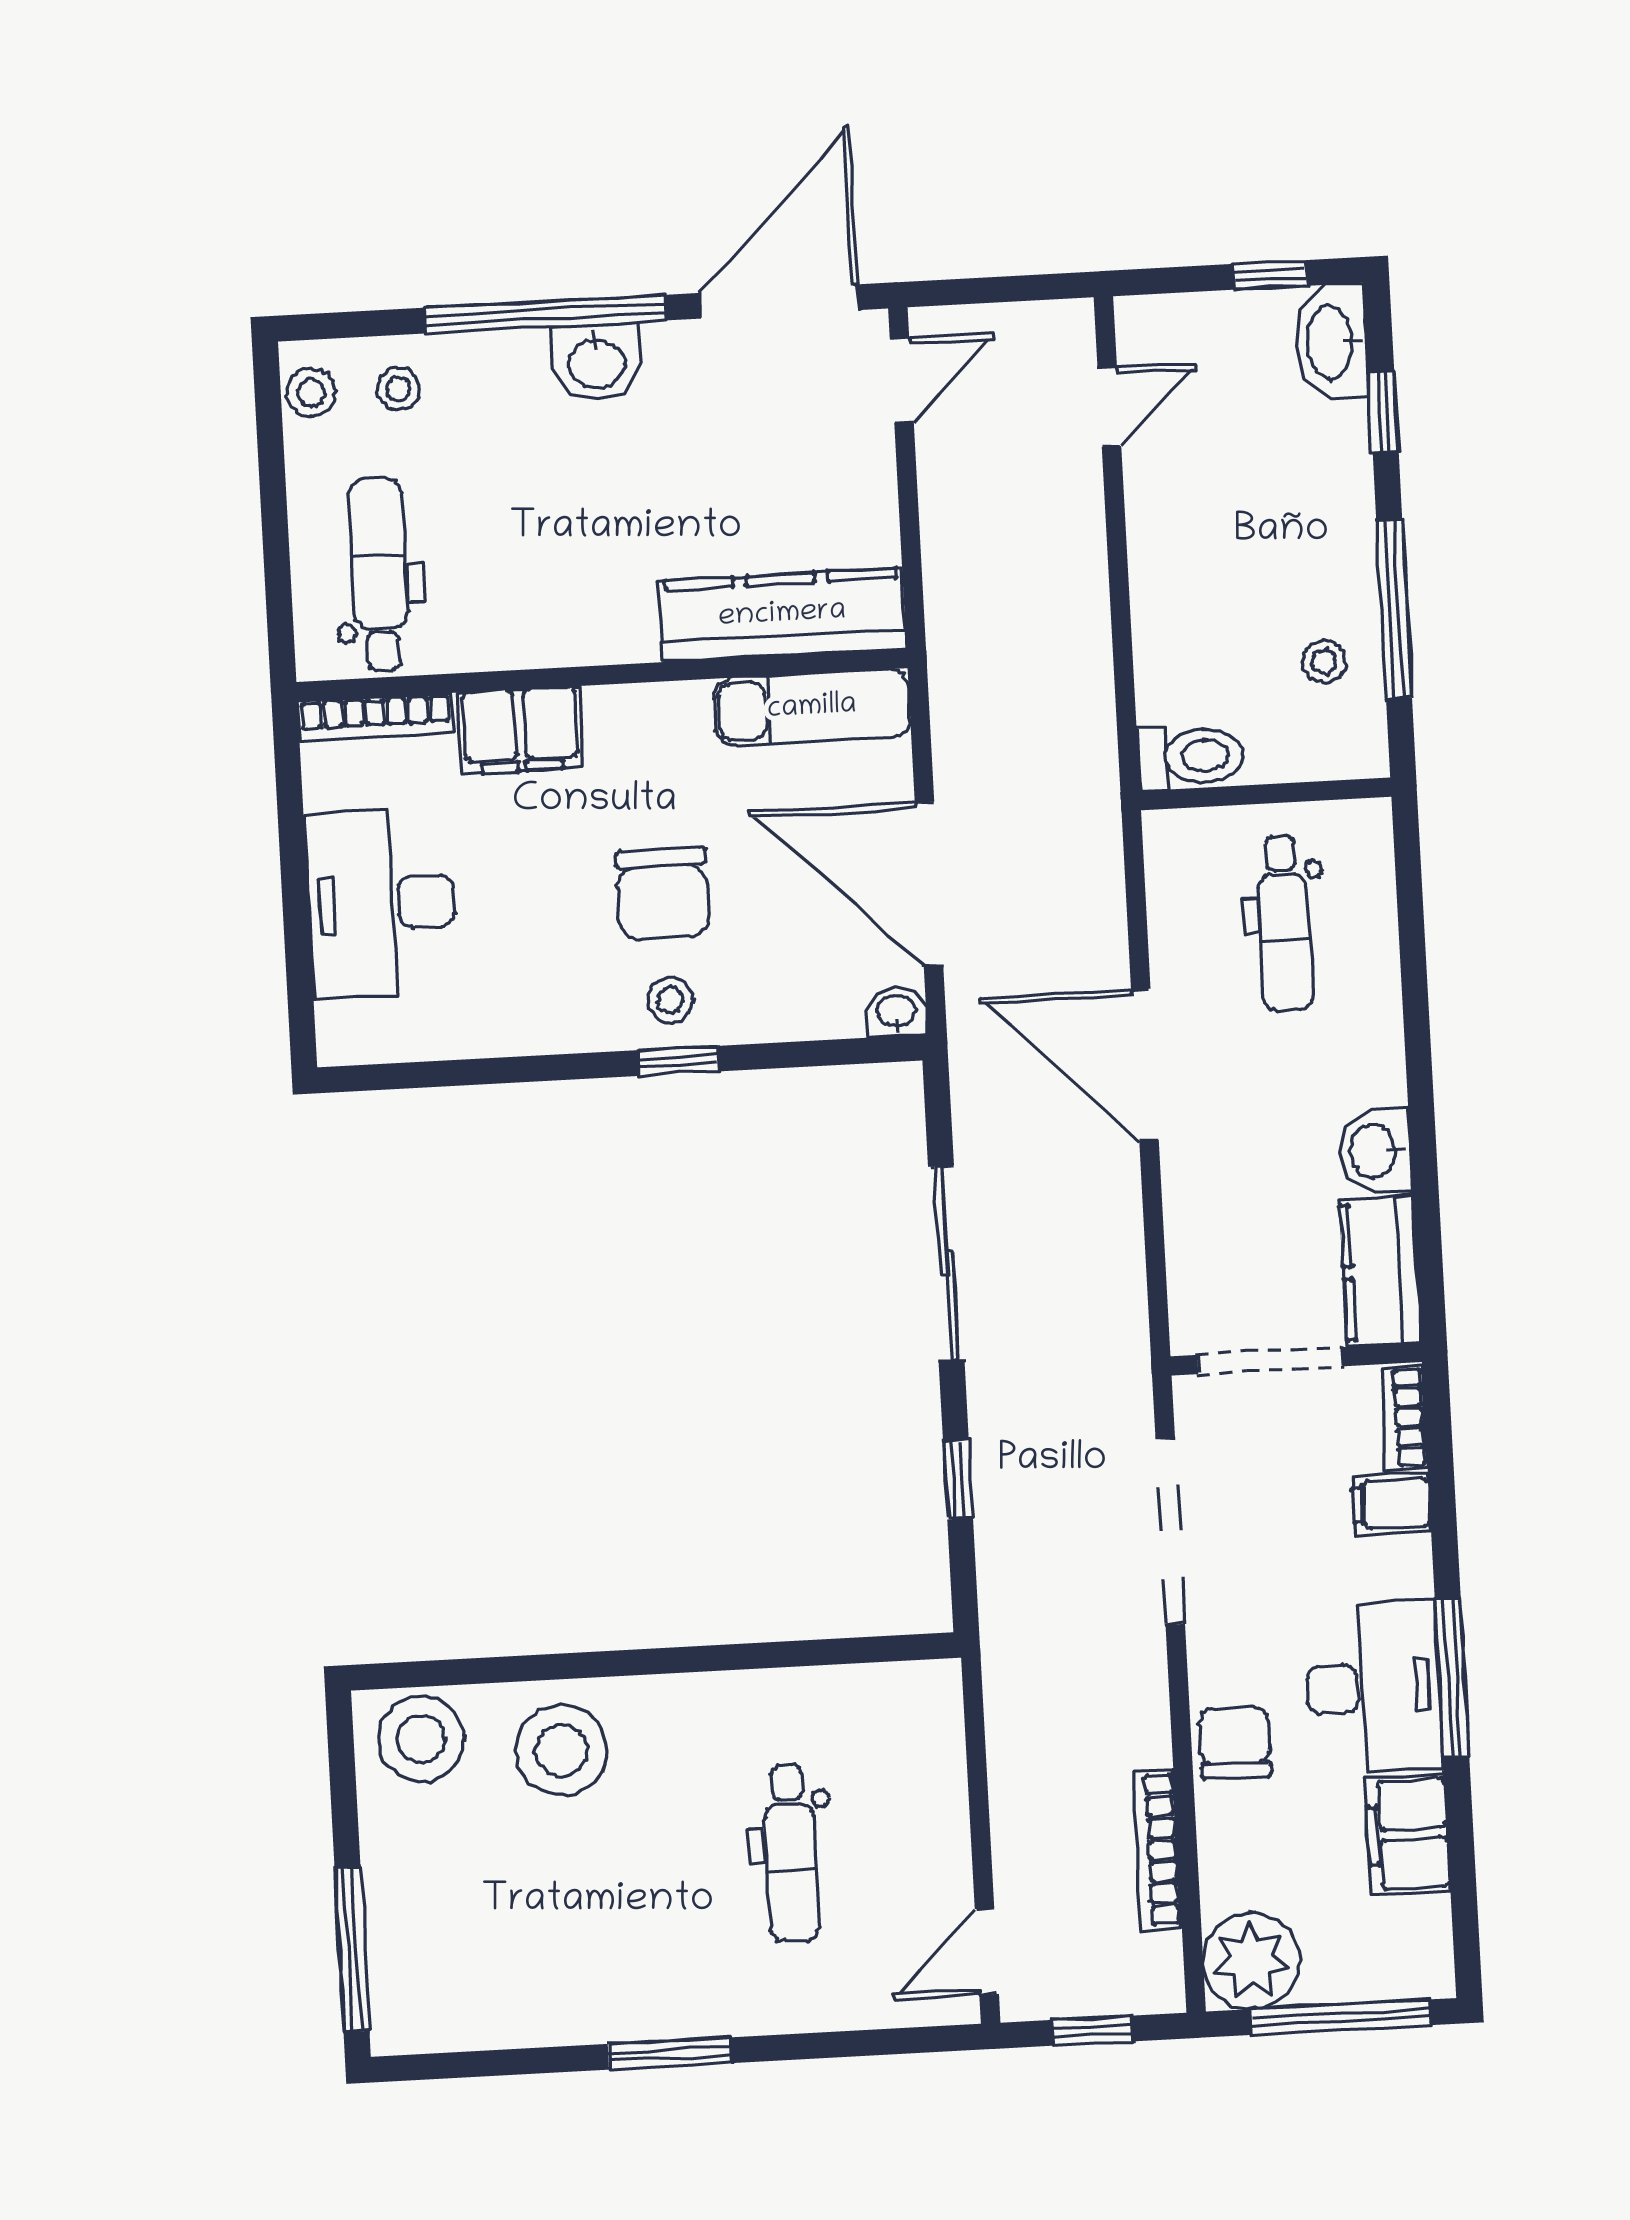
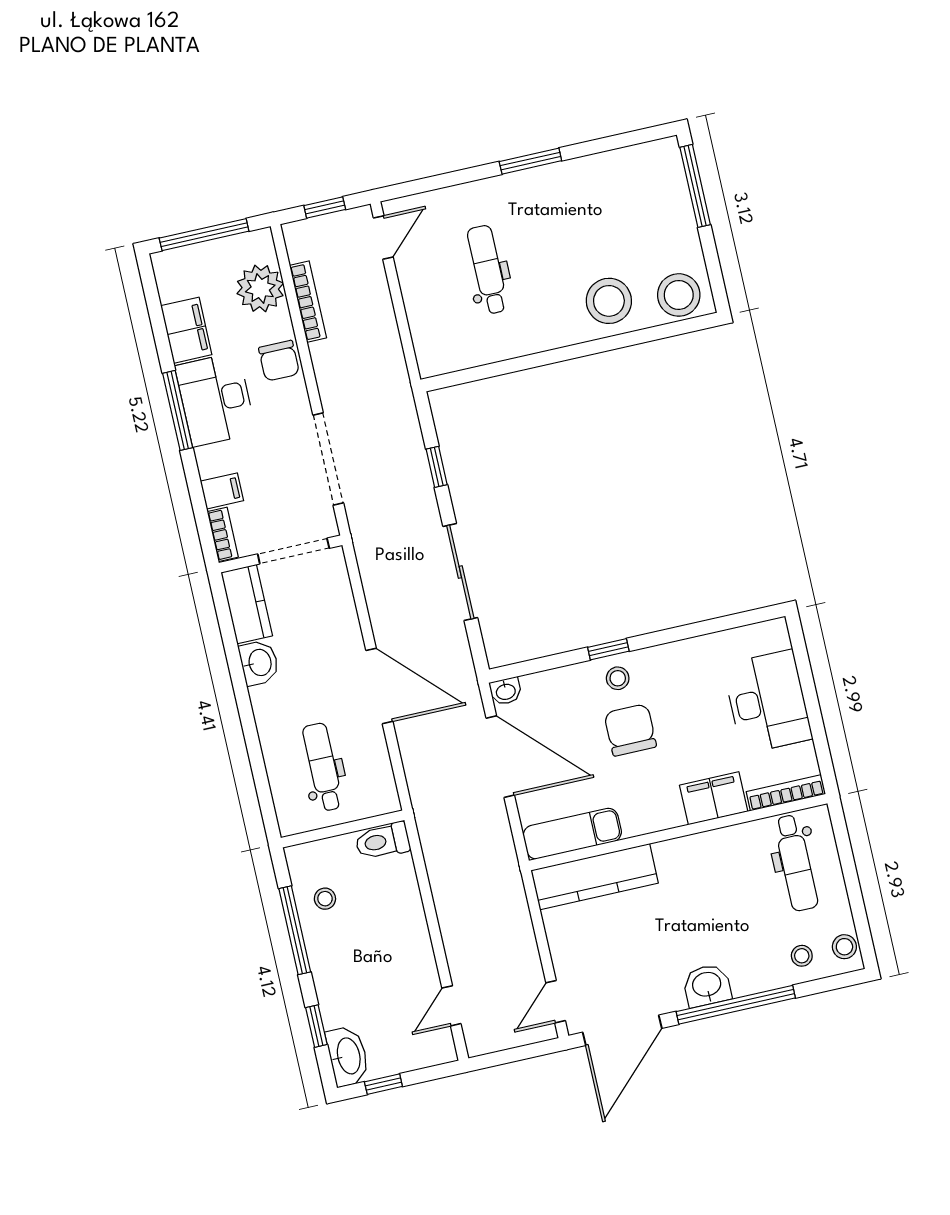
plant: (1251, 1961) -> (260, 288), moved

